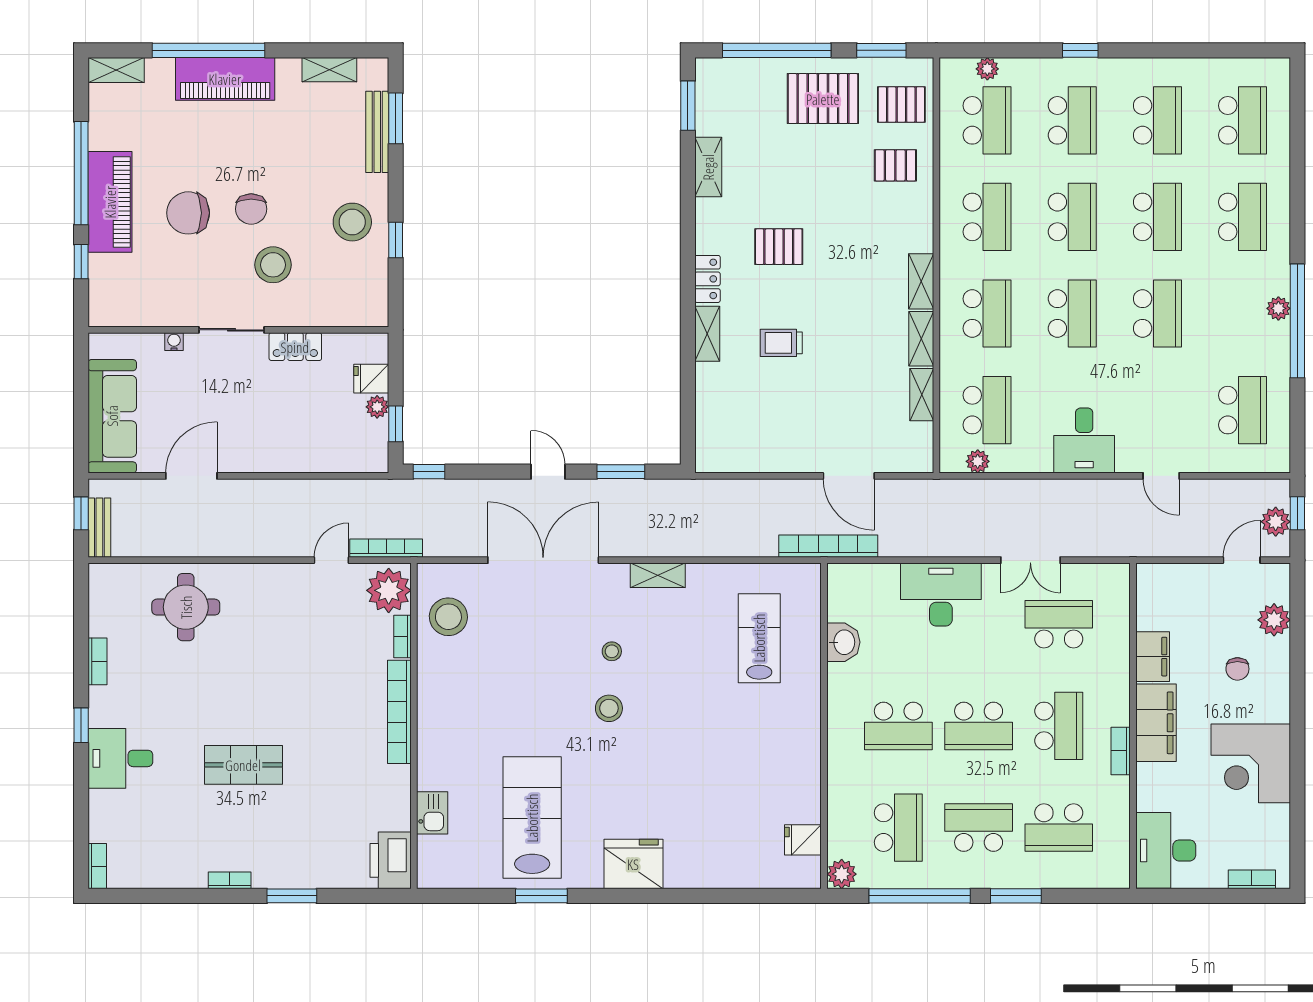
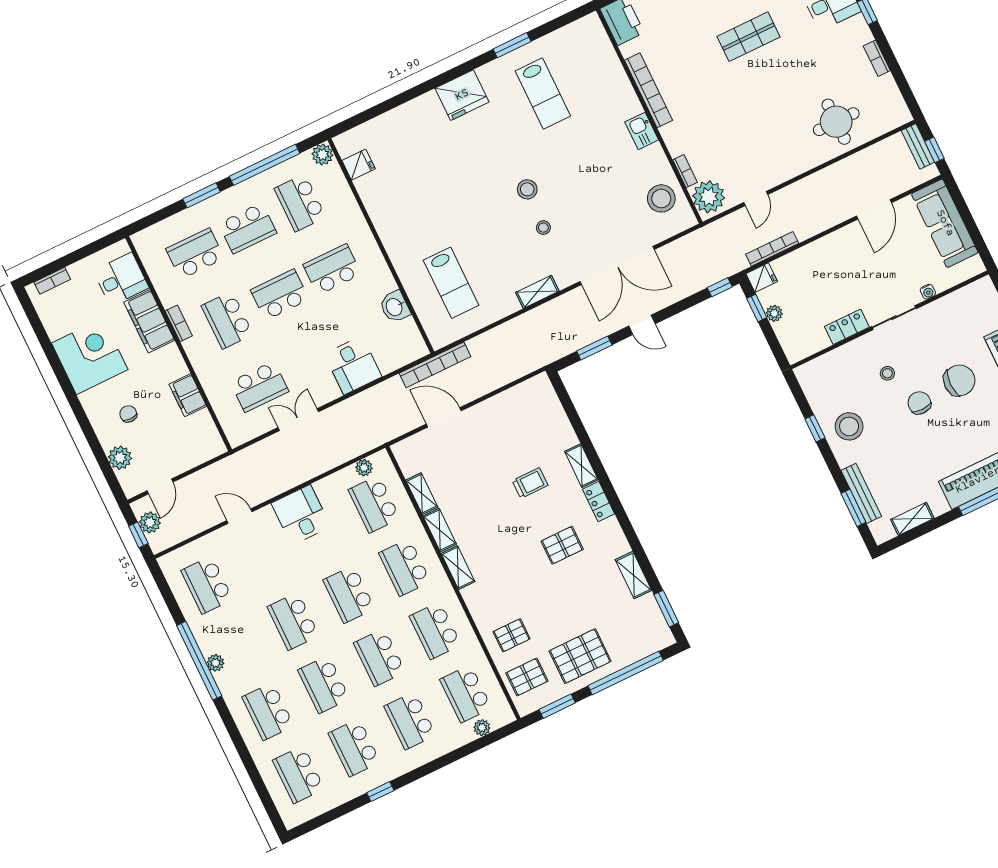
window: (1080, 50) -> (380, 792), moved
stool: (273, 265) -> (887, 373), width x0.53, depth x0.53
fridge: (371, 379) -> (762, 278), moved
bookcase: (386, 548) -> (772, 249), moved, turned 180
desk: (941, 595) -> (353, 365), width x0.73
bookcase: (399, 712) -> (649, 90), moved
filing cabinet: (1156, 723) -> (149, 321), moved
kitchen sink: (432, 813) -> (642, 131), moved
lab bench: (532, 818) -> (543, 94), width x0.73, depth x0.72
desk: (1166, 850) -> (121, 279), width x0.73

